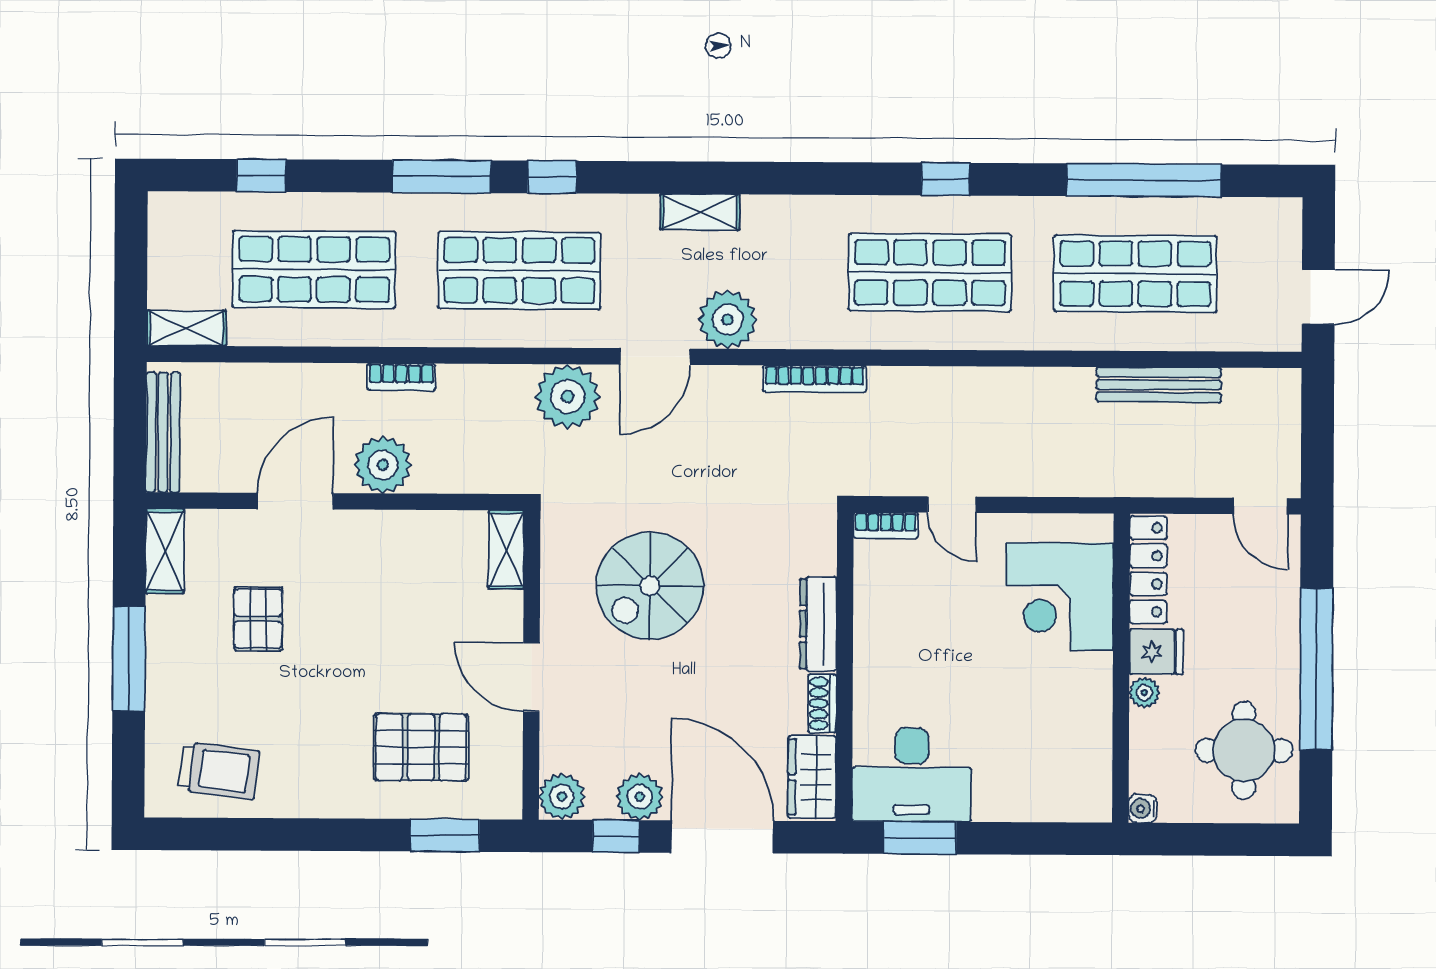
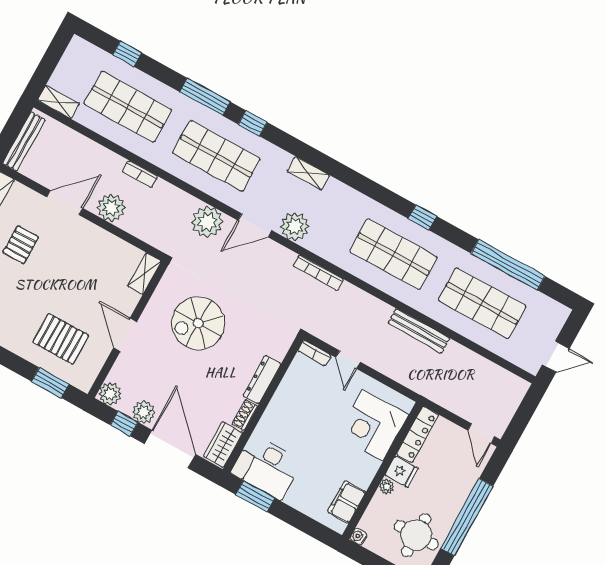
bench: (1159, 385) -> (419, 331), moved
filing cabinet: (1088, 759) -> (347, 502), added

